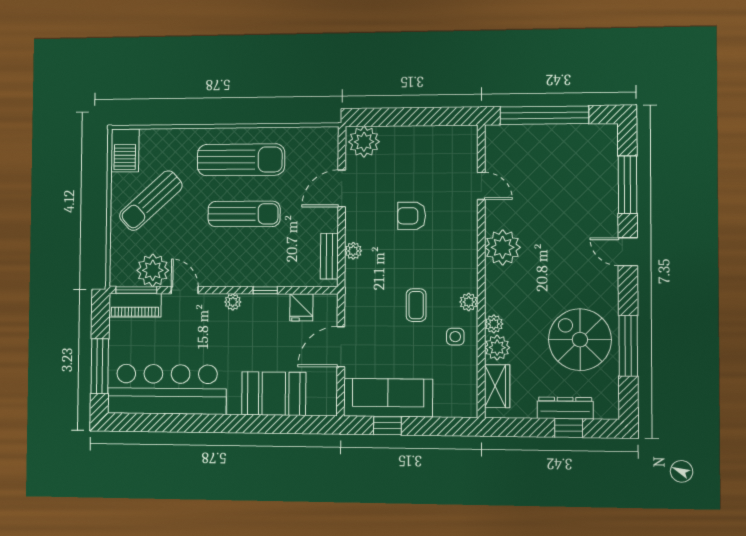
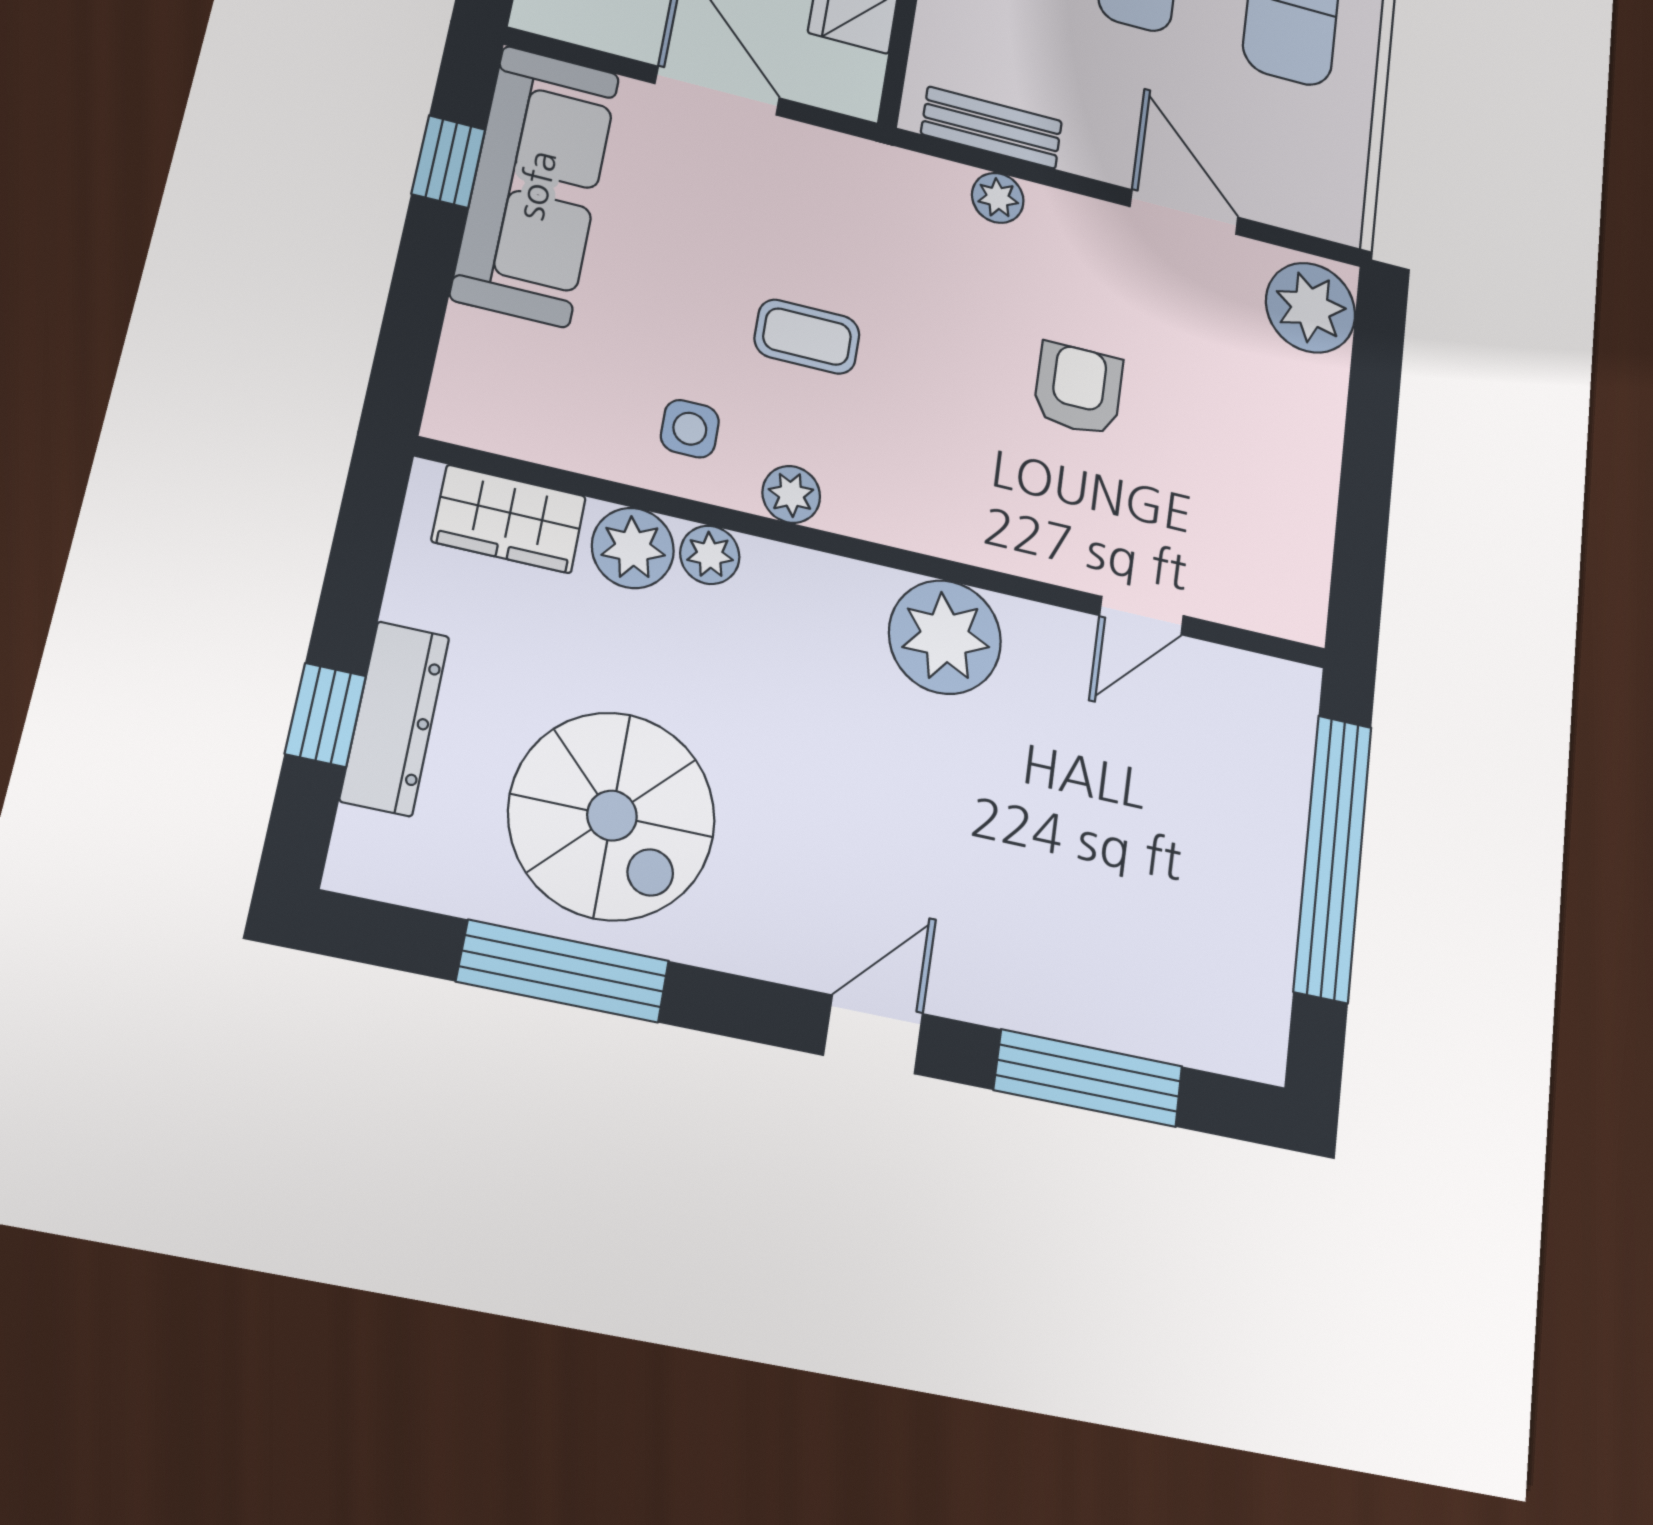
spiral stairs: (580, 340) -> (612, 816), turned 90

